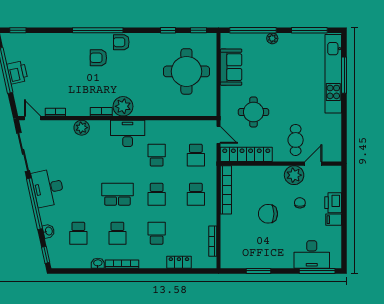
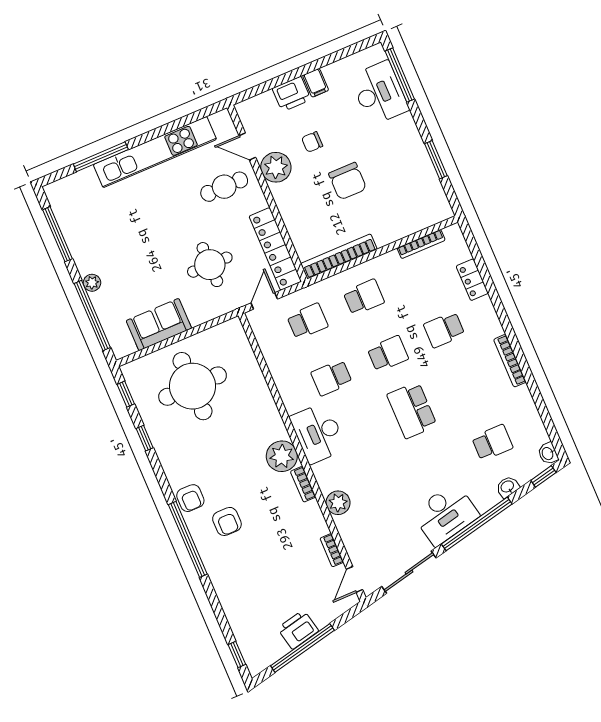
kitchen unit: (333, 74) -> (155, 152), moved
school desk: (117, 233) -> (468, 386), removed
washbasin: (98, 263) -> (548, 453), moved

